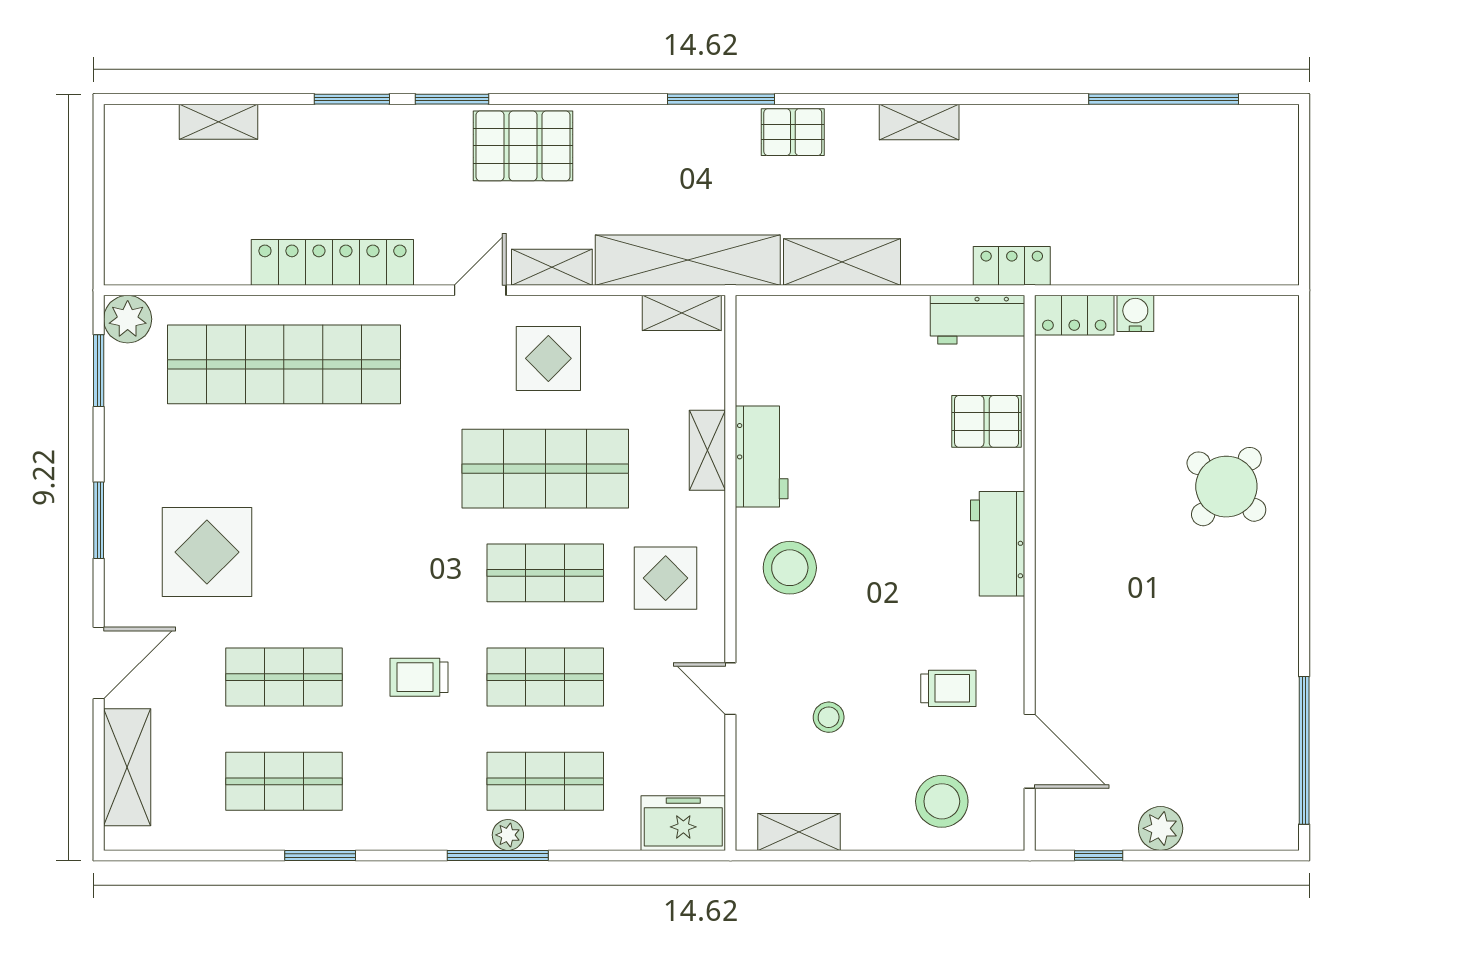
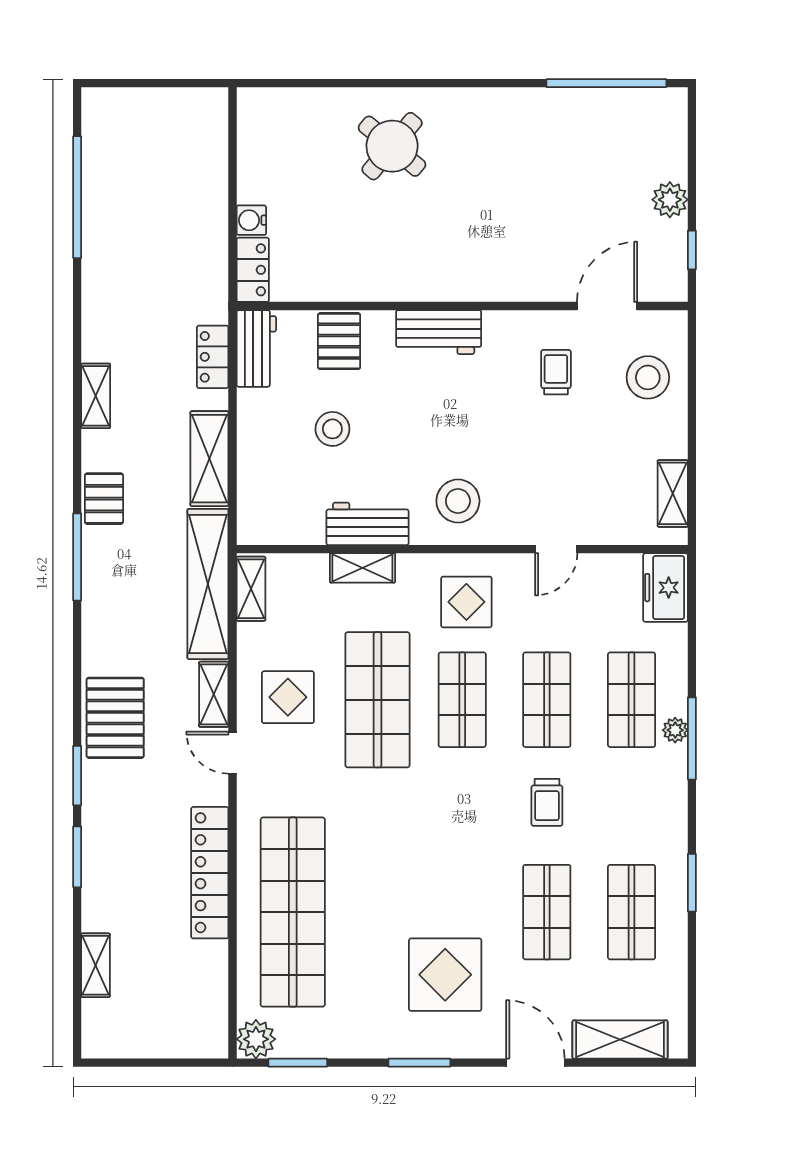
locker: (1012, 266) -> (213, 357), moved
stool: (829, 717) -> (332, 429), moved, width x1.37, depth x1.37

